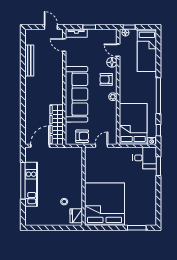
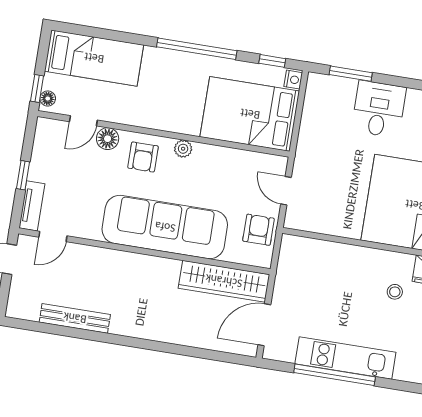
door: (40, 146) -> (264, 325), hinge flipped
desk: (145, 158) -> (379, 109), moved

